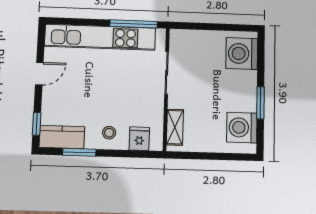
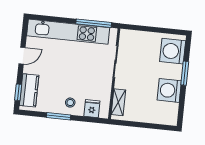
window: (260, 103) -> (185, 73), moved
washing machine: (242, 127) -> (169, 90), moved
kitchen counter: (62, 137) -> (29, 90), moved, turned 90
window: (79, 152) -> (58, 116), moved

